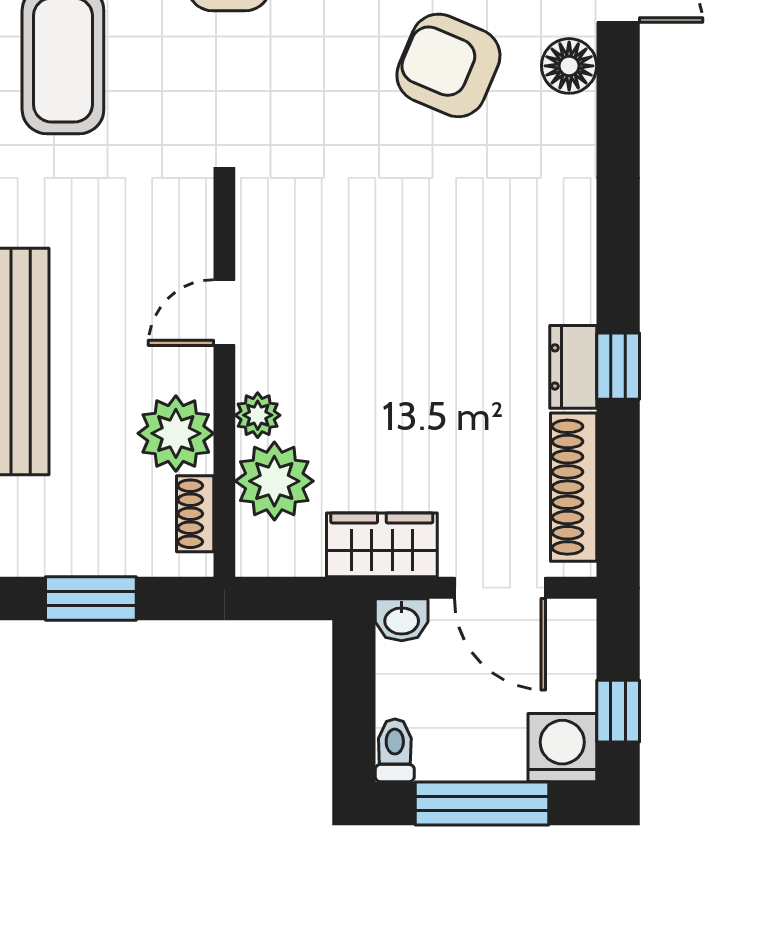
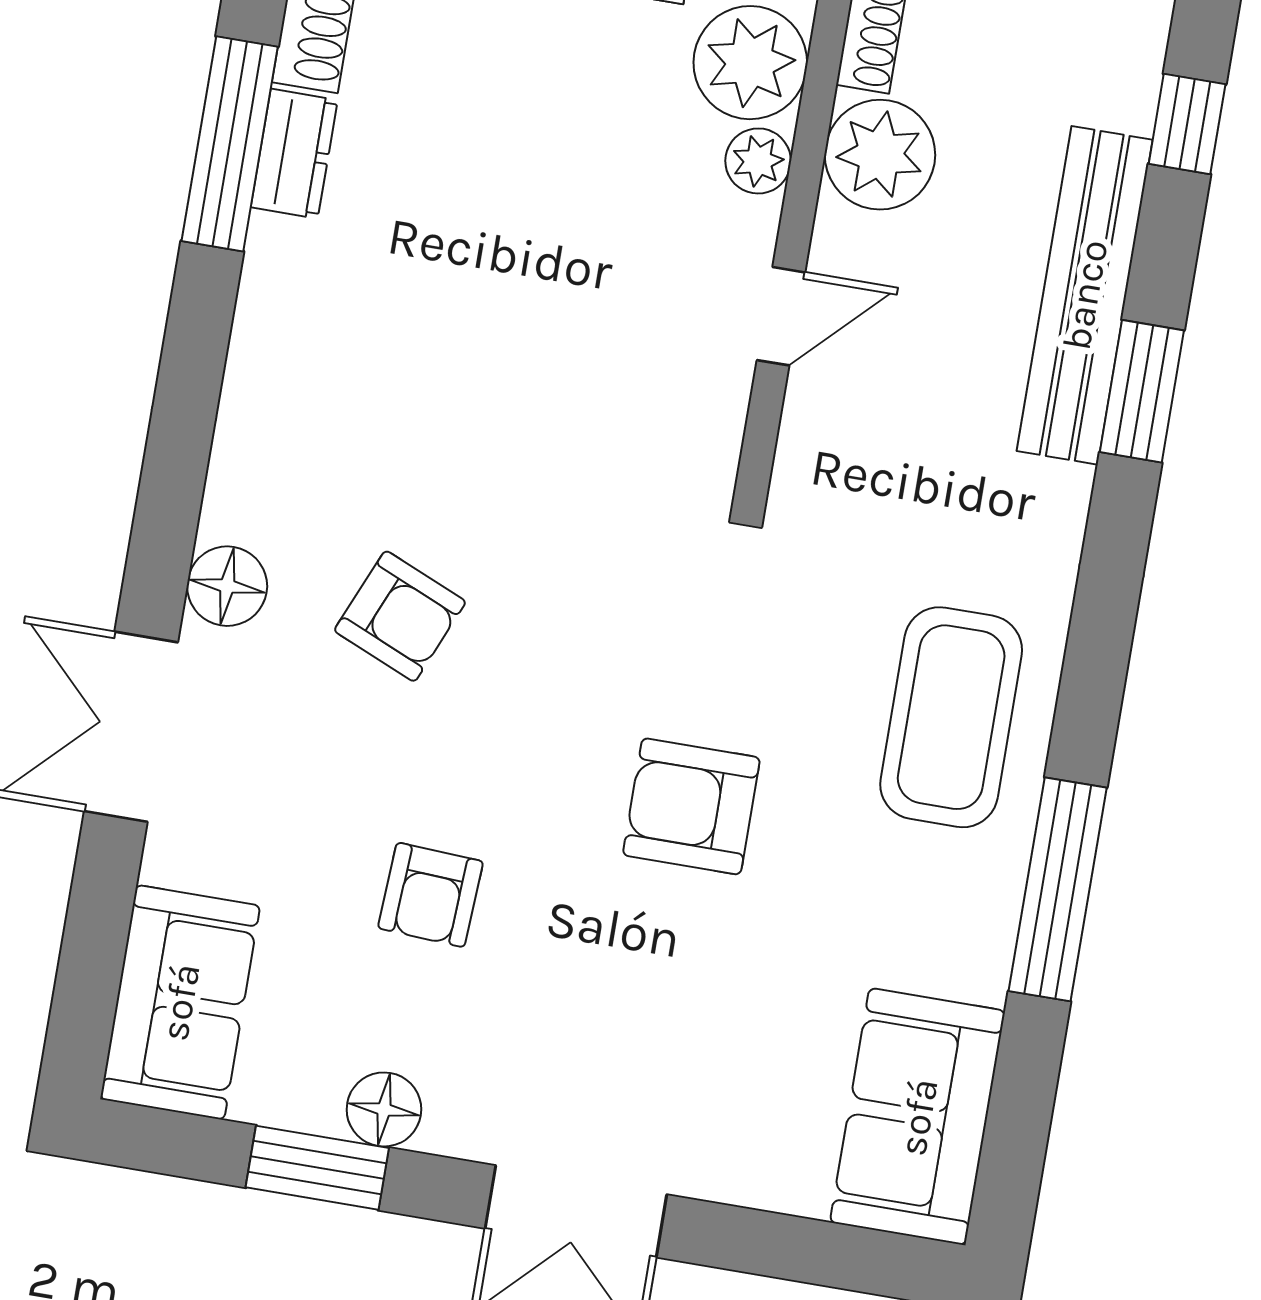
armchair: (448, 65) -> (400, 616), width x0.72, depth x0.72
window: (618, 366) -> (230, 144), width x2.17

